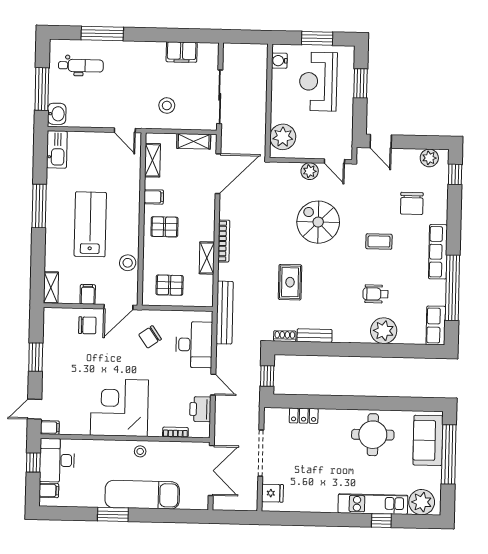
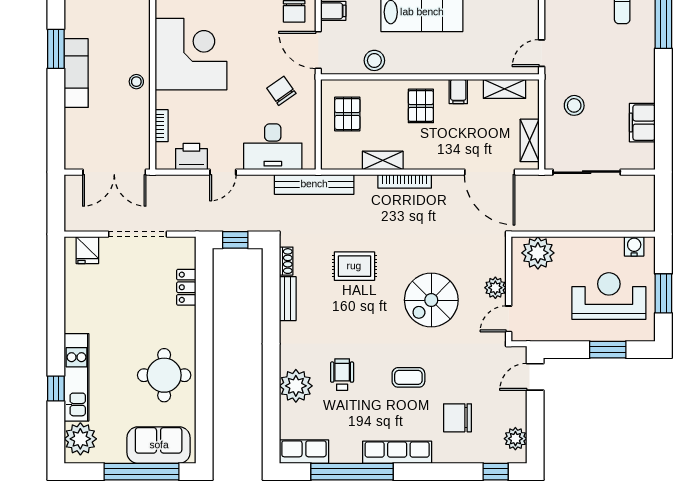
spiral stairs: (318, 222) -> (431, 300), turned 180
coffee table: (379, 241) -> (408, 377), turned 90
exam couch: (142, 495) -> (76, 73), width x0.73, depth x0.69

